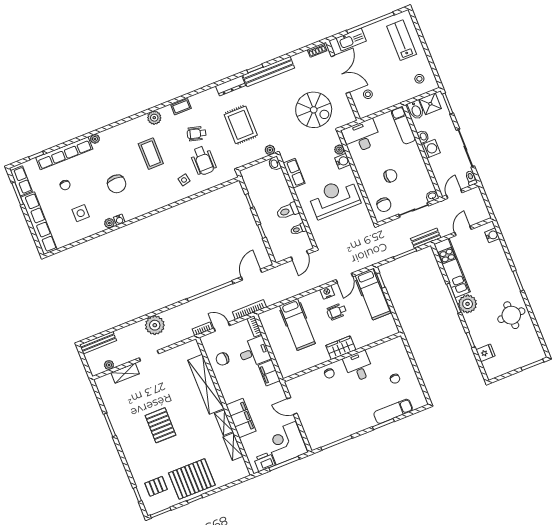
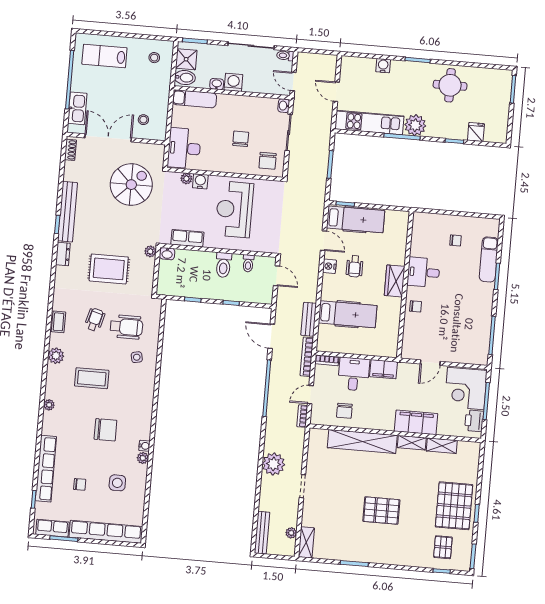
dresser: (231, 86) -> (63, 254), width x0.70
wheelchair: (197, 134) -> (95, 320), turned 180
plant: (95, 139) -> (49, 405), moved
chair: (384, 205) -> (268, 161), turned 90
water cooler: (492, 235) -> (383, 66), moved
bench: (426, 238) -> (309, 319), moved
shelving: (125, 373) -> (306, 542), moved

